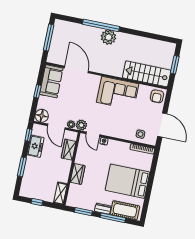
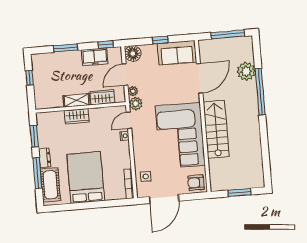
plant: (109, 37) -> (246, 71), moved
stairs: (147, 74) -> (216, 129), moved
corner sofa: (118, 93) -> (180, 136), width x1.36, depth x1.36
shelving: (60, 193) -> (76, 100), moved

